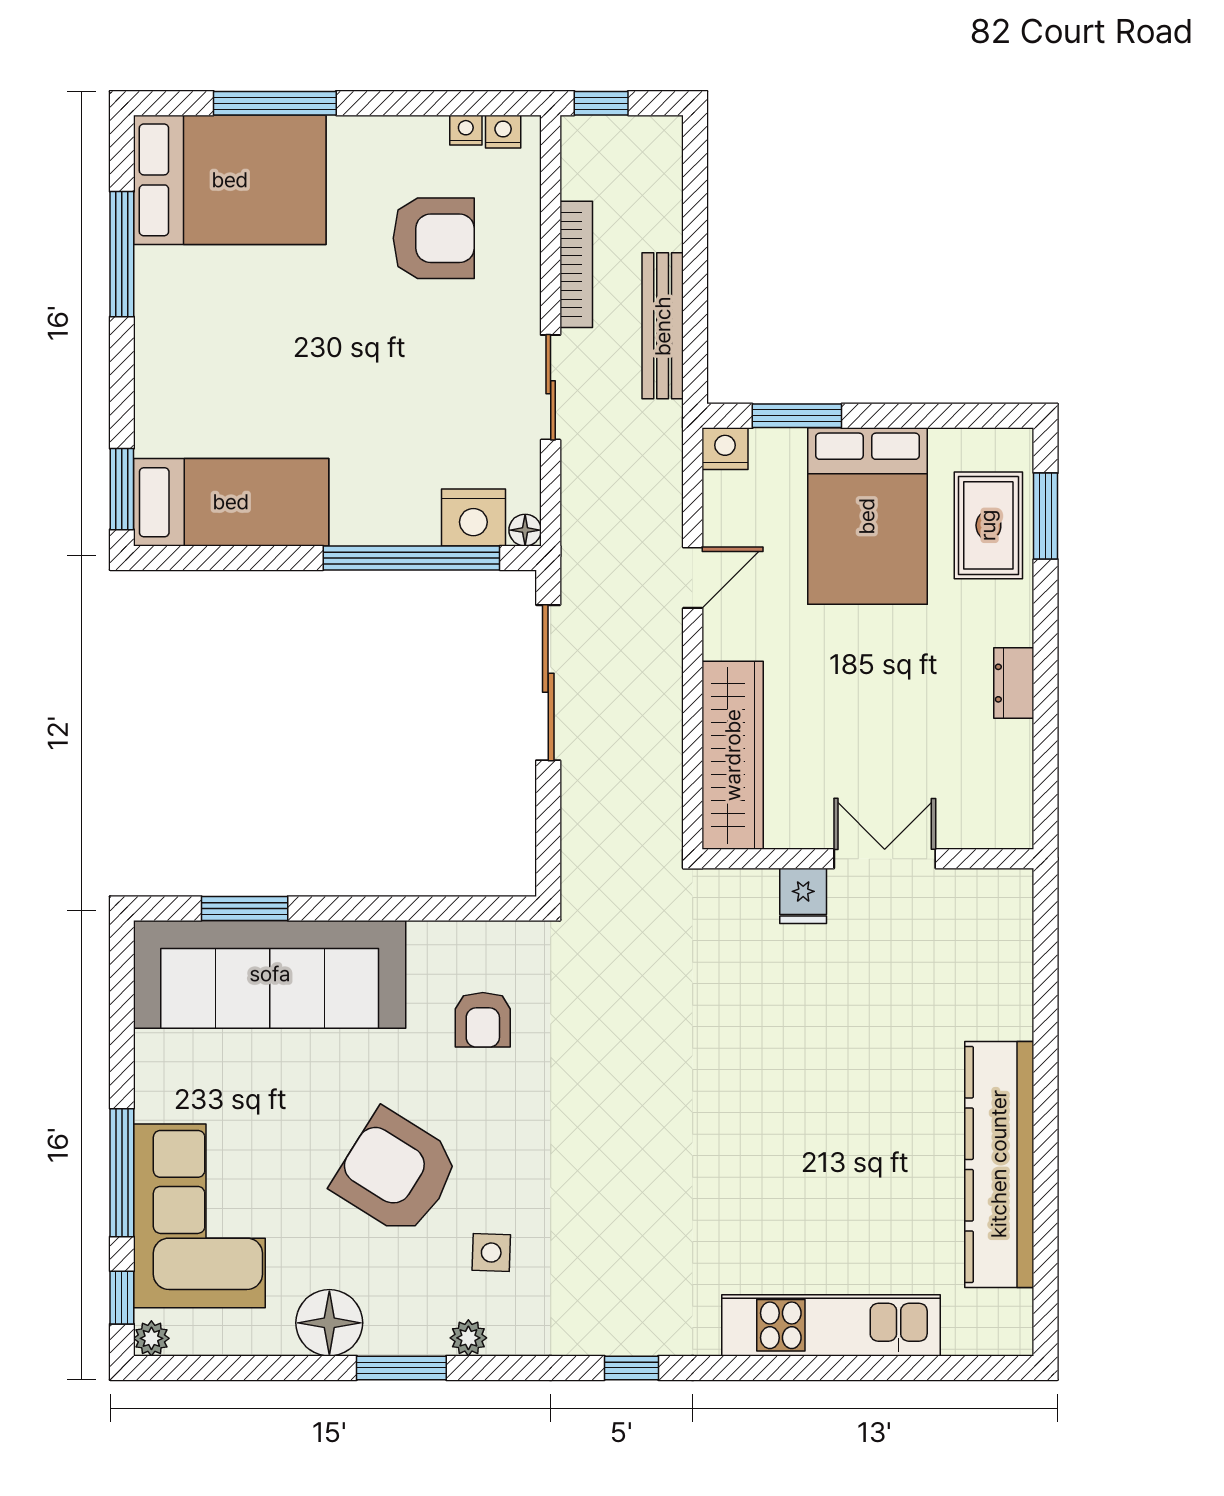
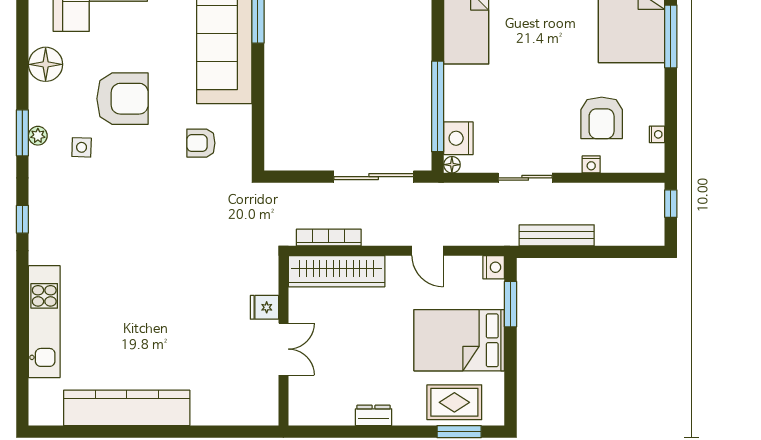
nightstand: (503, 132) -> (591, 164), moved, turned 90
bookcase: (576, 264) -> (329, 237), moved, turned 180
armchair: (396, 1173) -> (123, 99), turned 58
window: (401, 1368) -> (22, 133), moved

